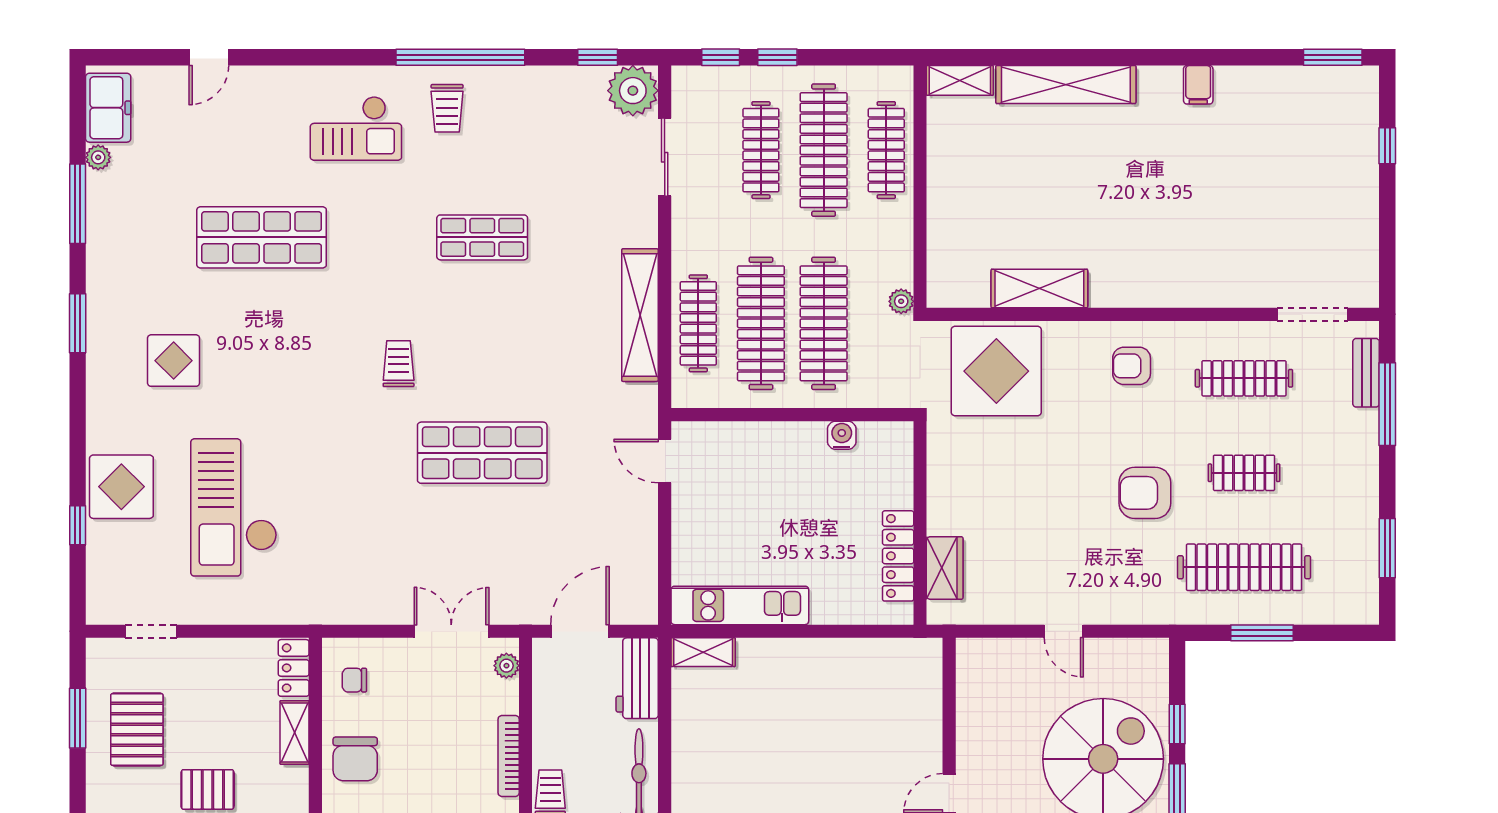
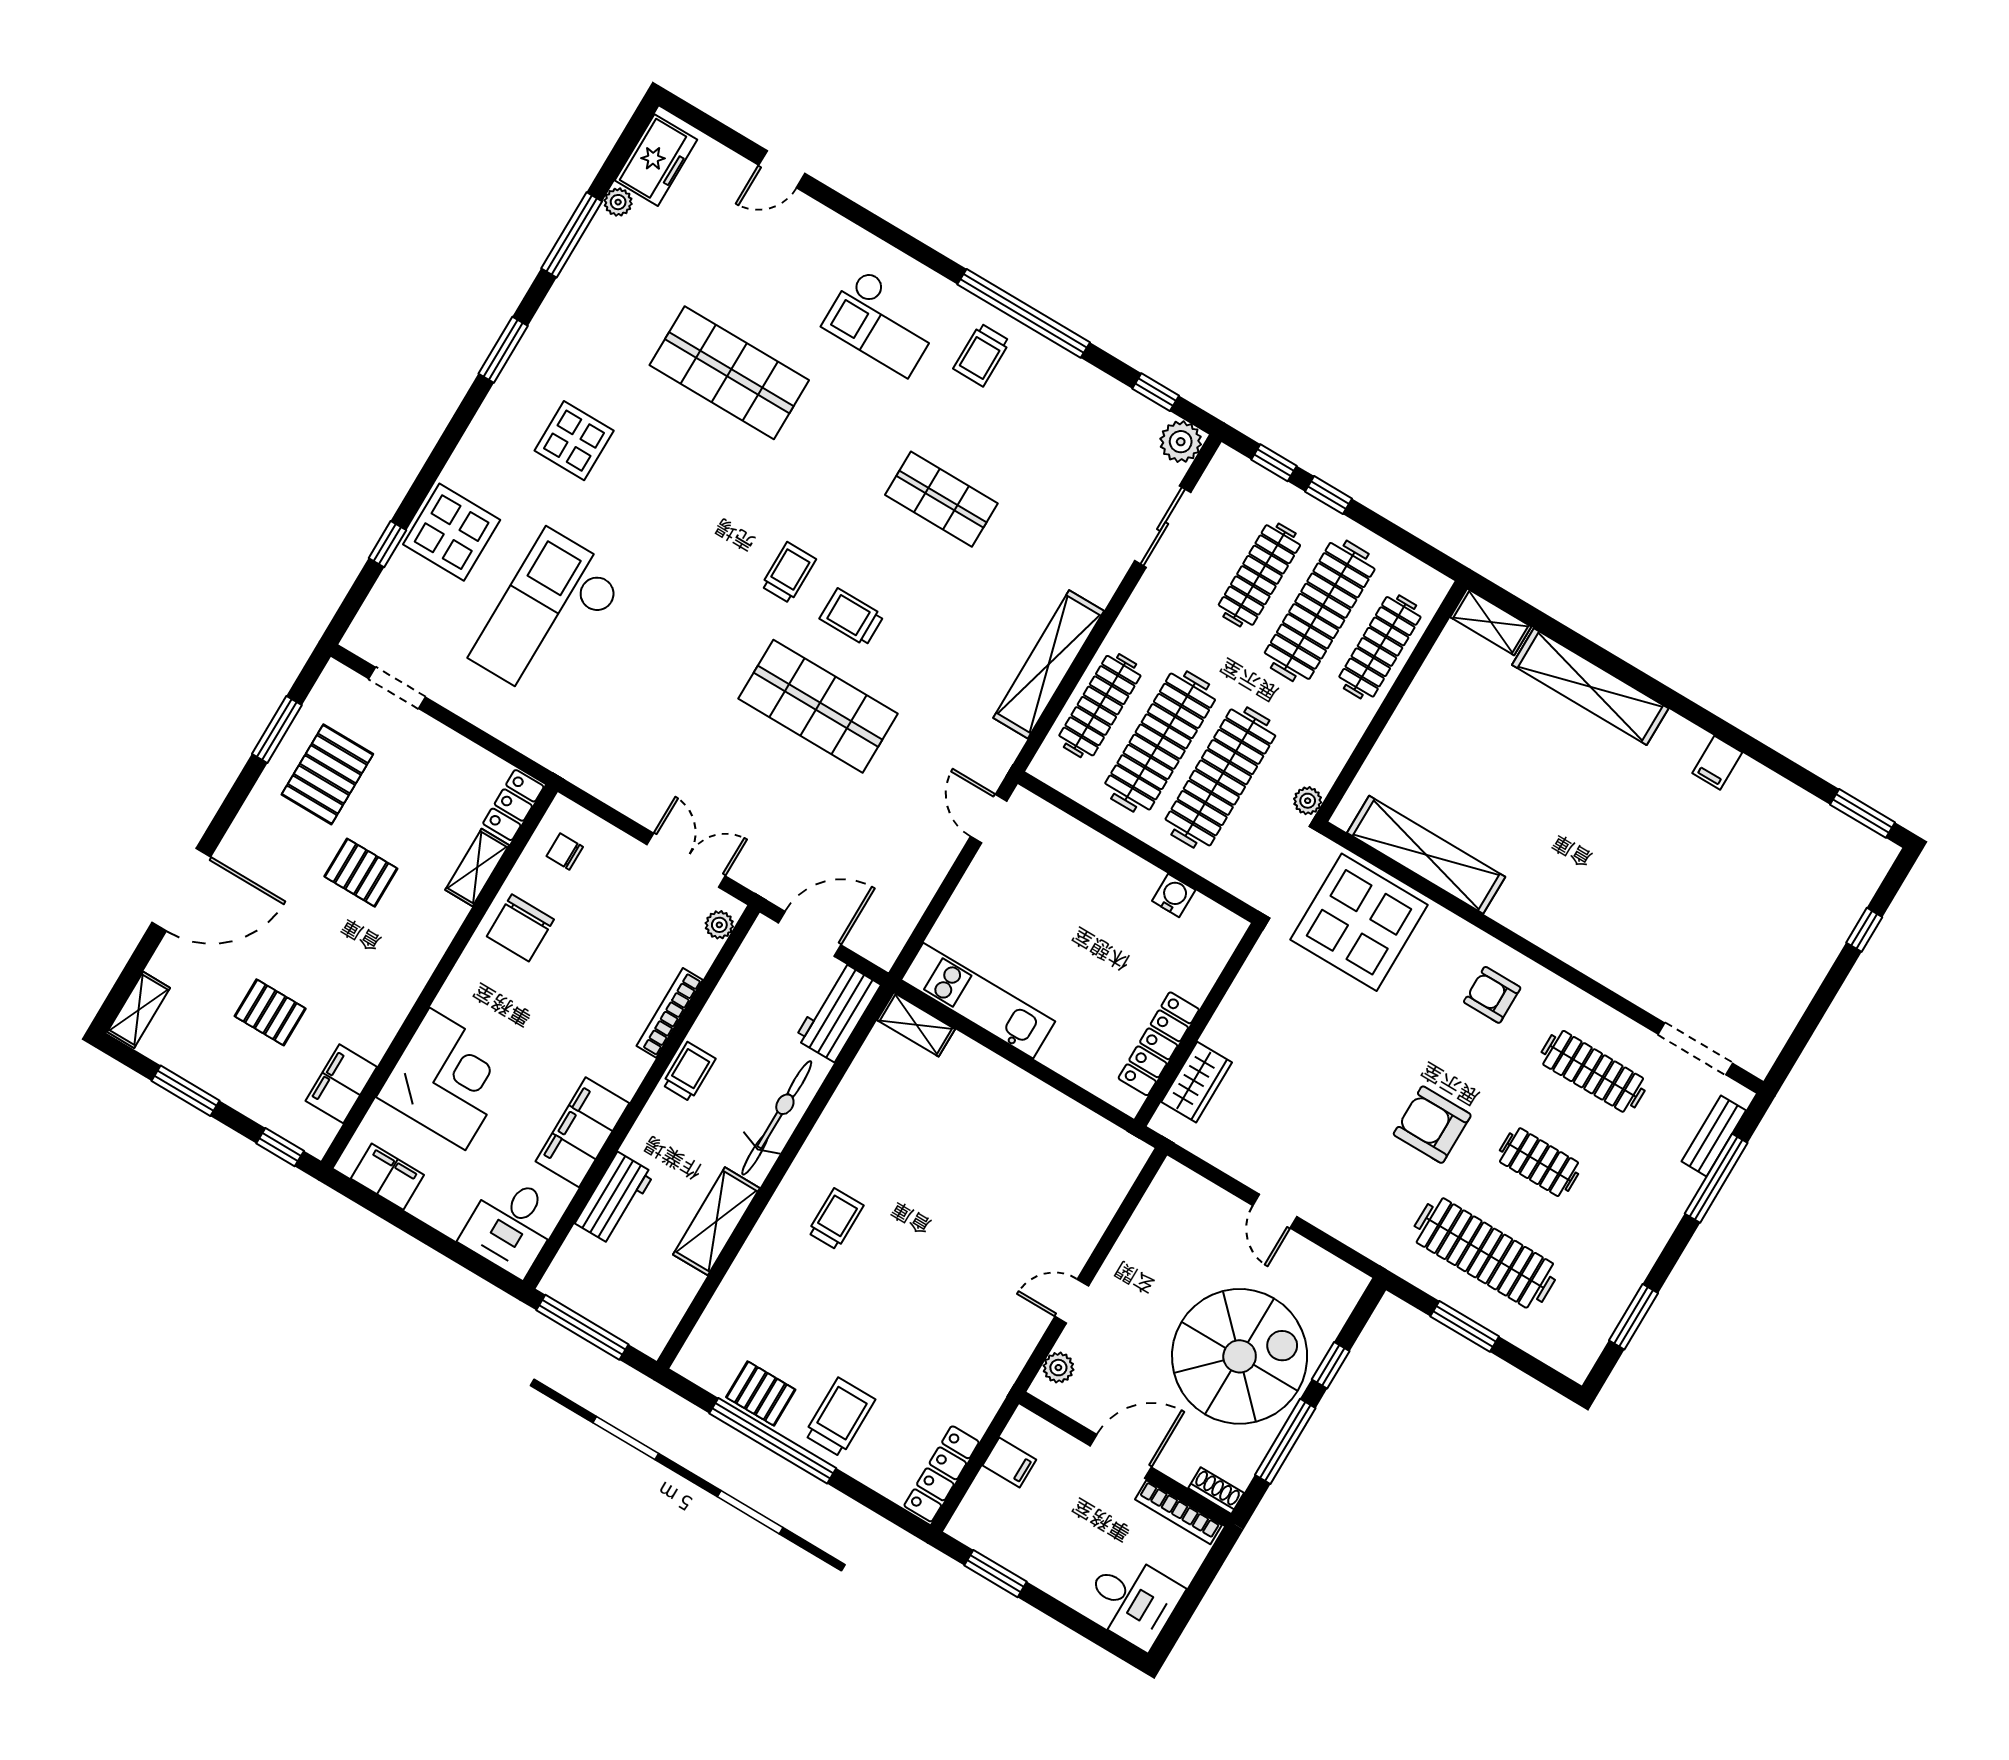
plant: (633, 91) -> (1181, 442), width x0.73, depth x0.73
shelving: (1039, 289) -> (1426, 855), width x1.47
trolley: (467, 369) -> (852, 617), added

